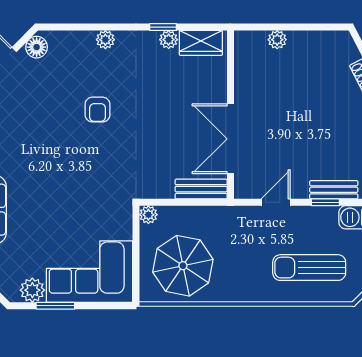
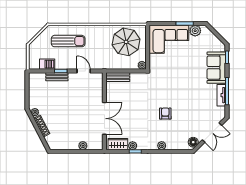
double door: (230, 139) -> (104, 118), moved
door: (276, 202) -> (84, 71), swing flipped

